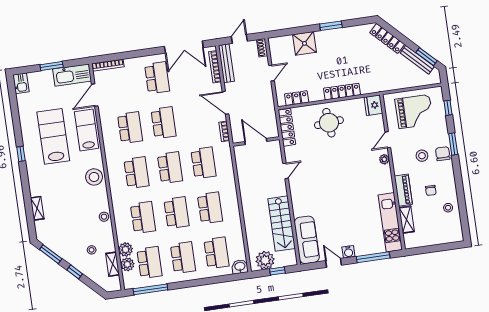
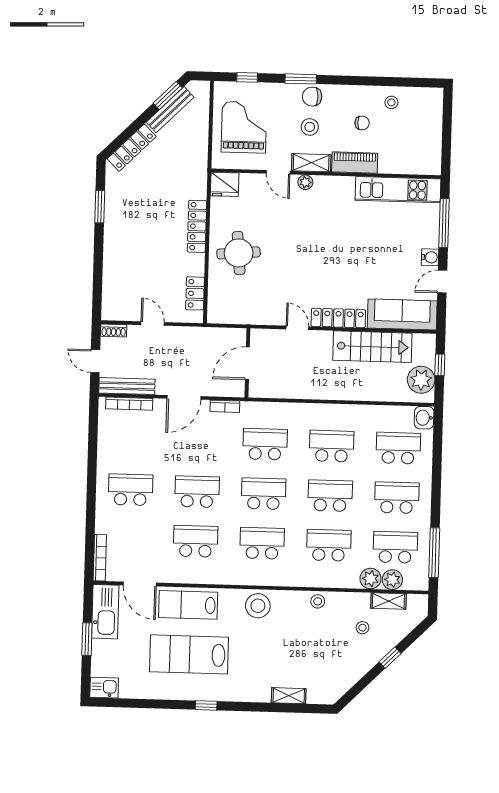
window: (331, 26) -> (100, 207), moved
shower: (305, 43) -> (118, 268), removed
double door: (184, 47) -> (93, 443), removed
locker: (287, 127) -> (338, 318), moved
shelving: (407, 220) -> (311, 163), moved
window: (51, 254) -> (358, 688), removed

